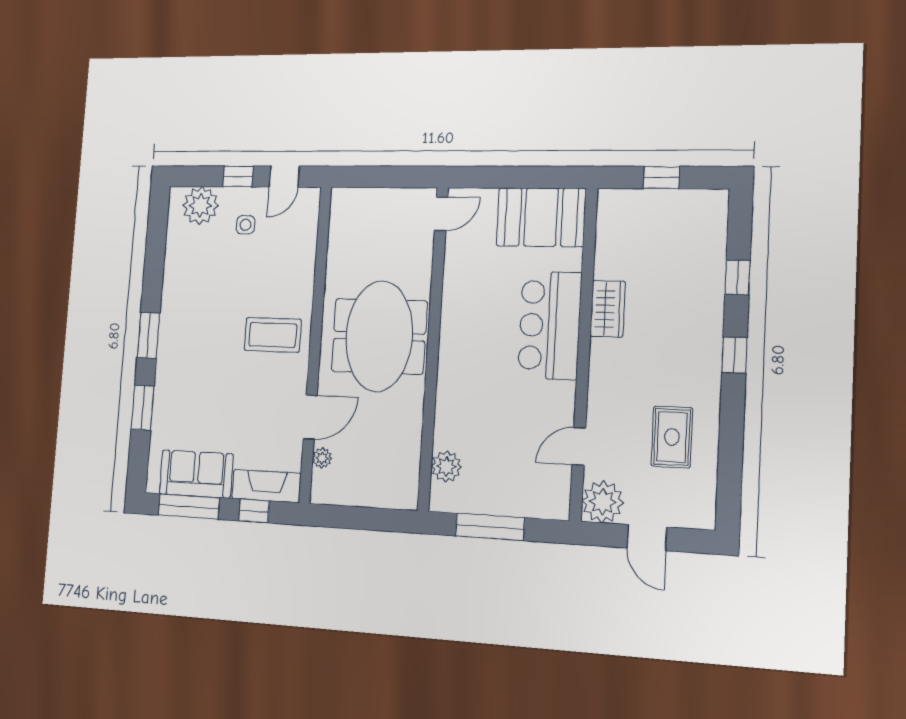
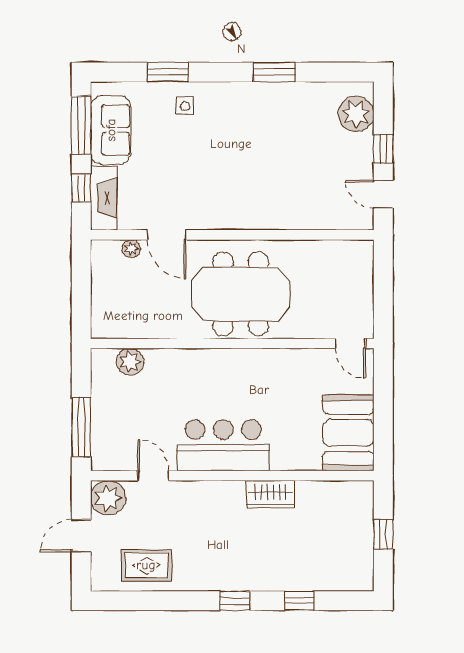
side table: (245, 225) -> (185, 106), moved
bar counter: (550, 325) -> (223, 445), moved
window: (148, 335) -> (274, 72), moved
coffee table: (273, 335) -> (239, 194), removed
rug: (672, 437) -> (146, 565), moved
window: (490, 527) -> (81, 427), moved

